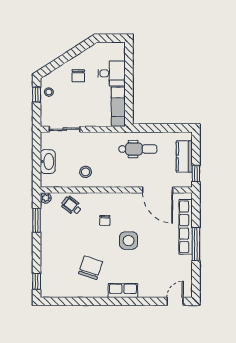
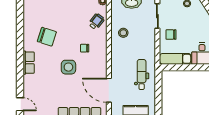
chair: (78, 76) -> (171, 35), moved
dental chair: (138, 149) -> (142, 74), turned 180
door: (158, 190) -> (109, 90), hinge flipped

